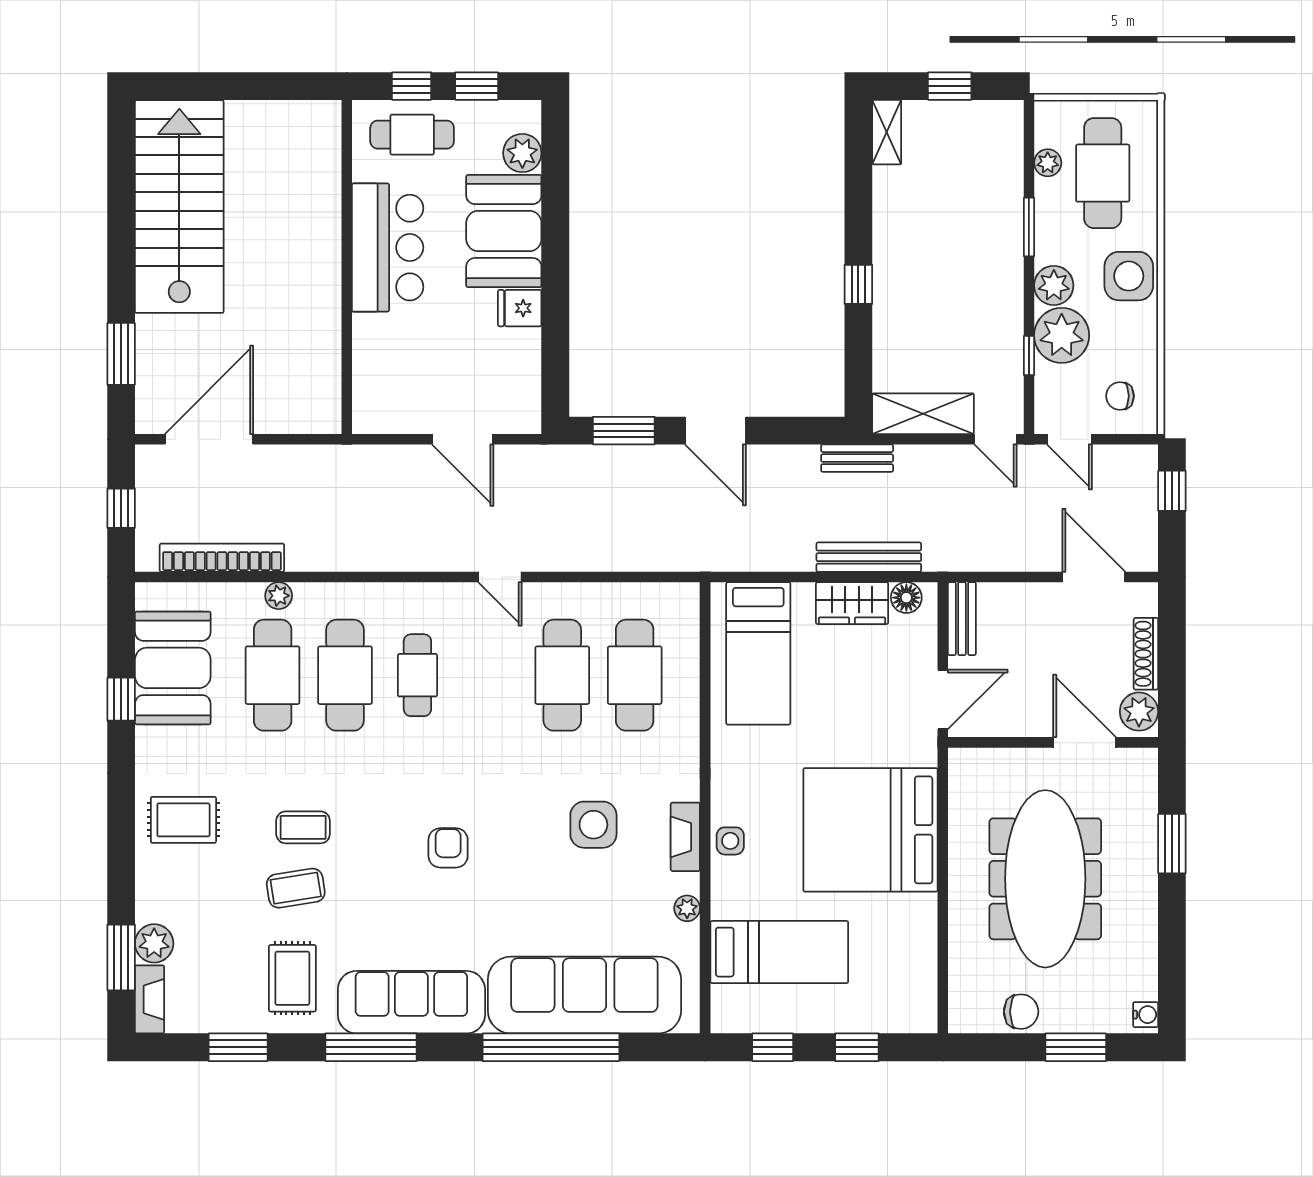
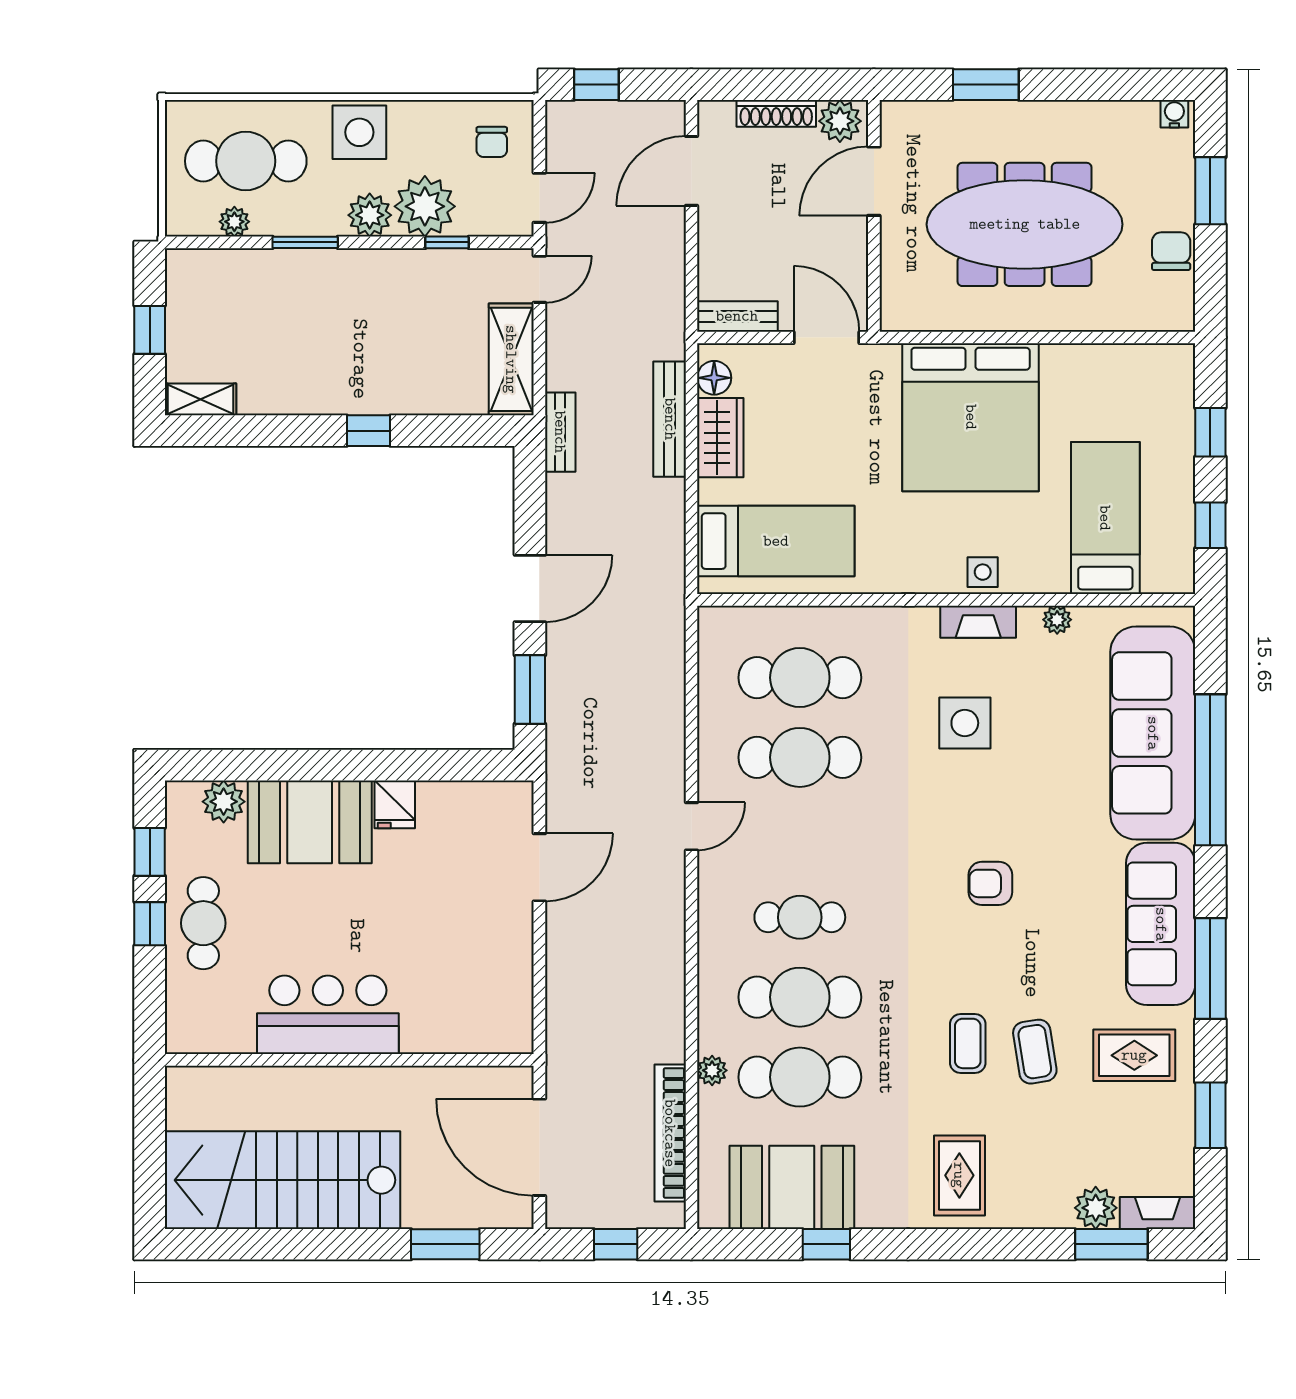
bar counter: (388, 248) -> (328, 1015), moved
wall: (347, 267) -> (349, 1060), moved

